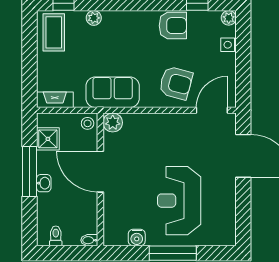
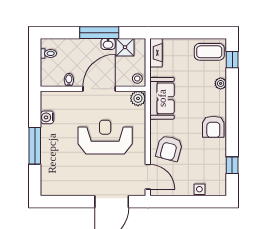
plant: (229, 18) -> (221, 190), removed
armchair: (173, 26) -> (213, 127), moved
washbasin: (44, 183) -> (108, 44), moved
reception desk: (179, 201) -> (105, 137), moved
bidet: (89, 240) -> (69, 80), moved

